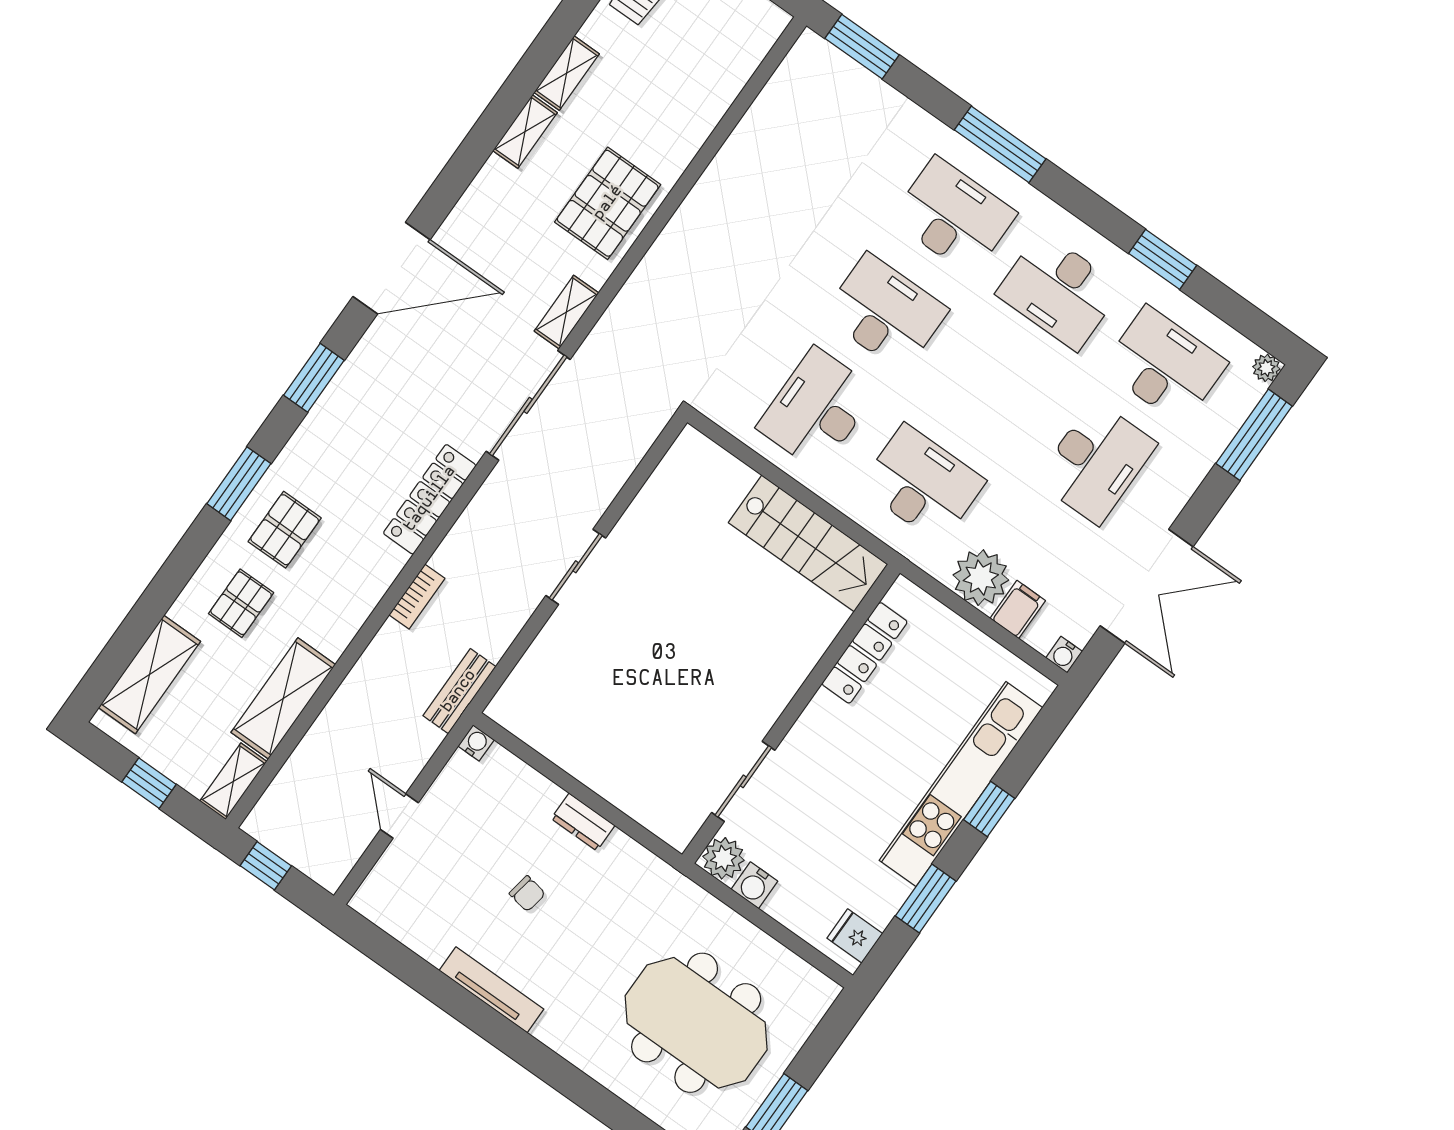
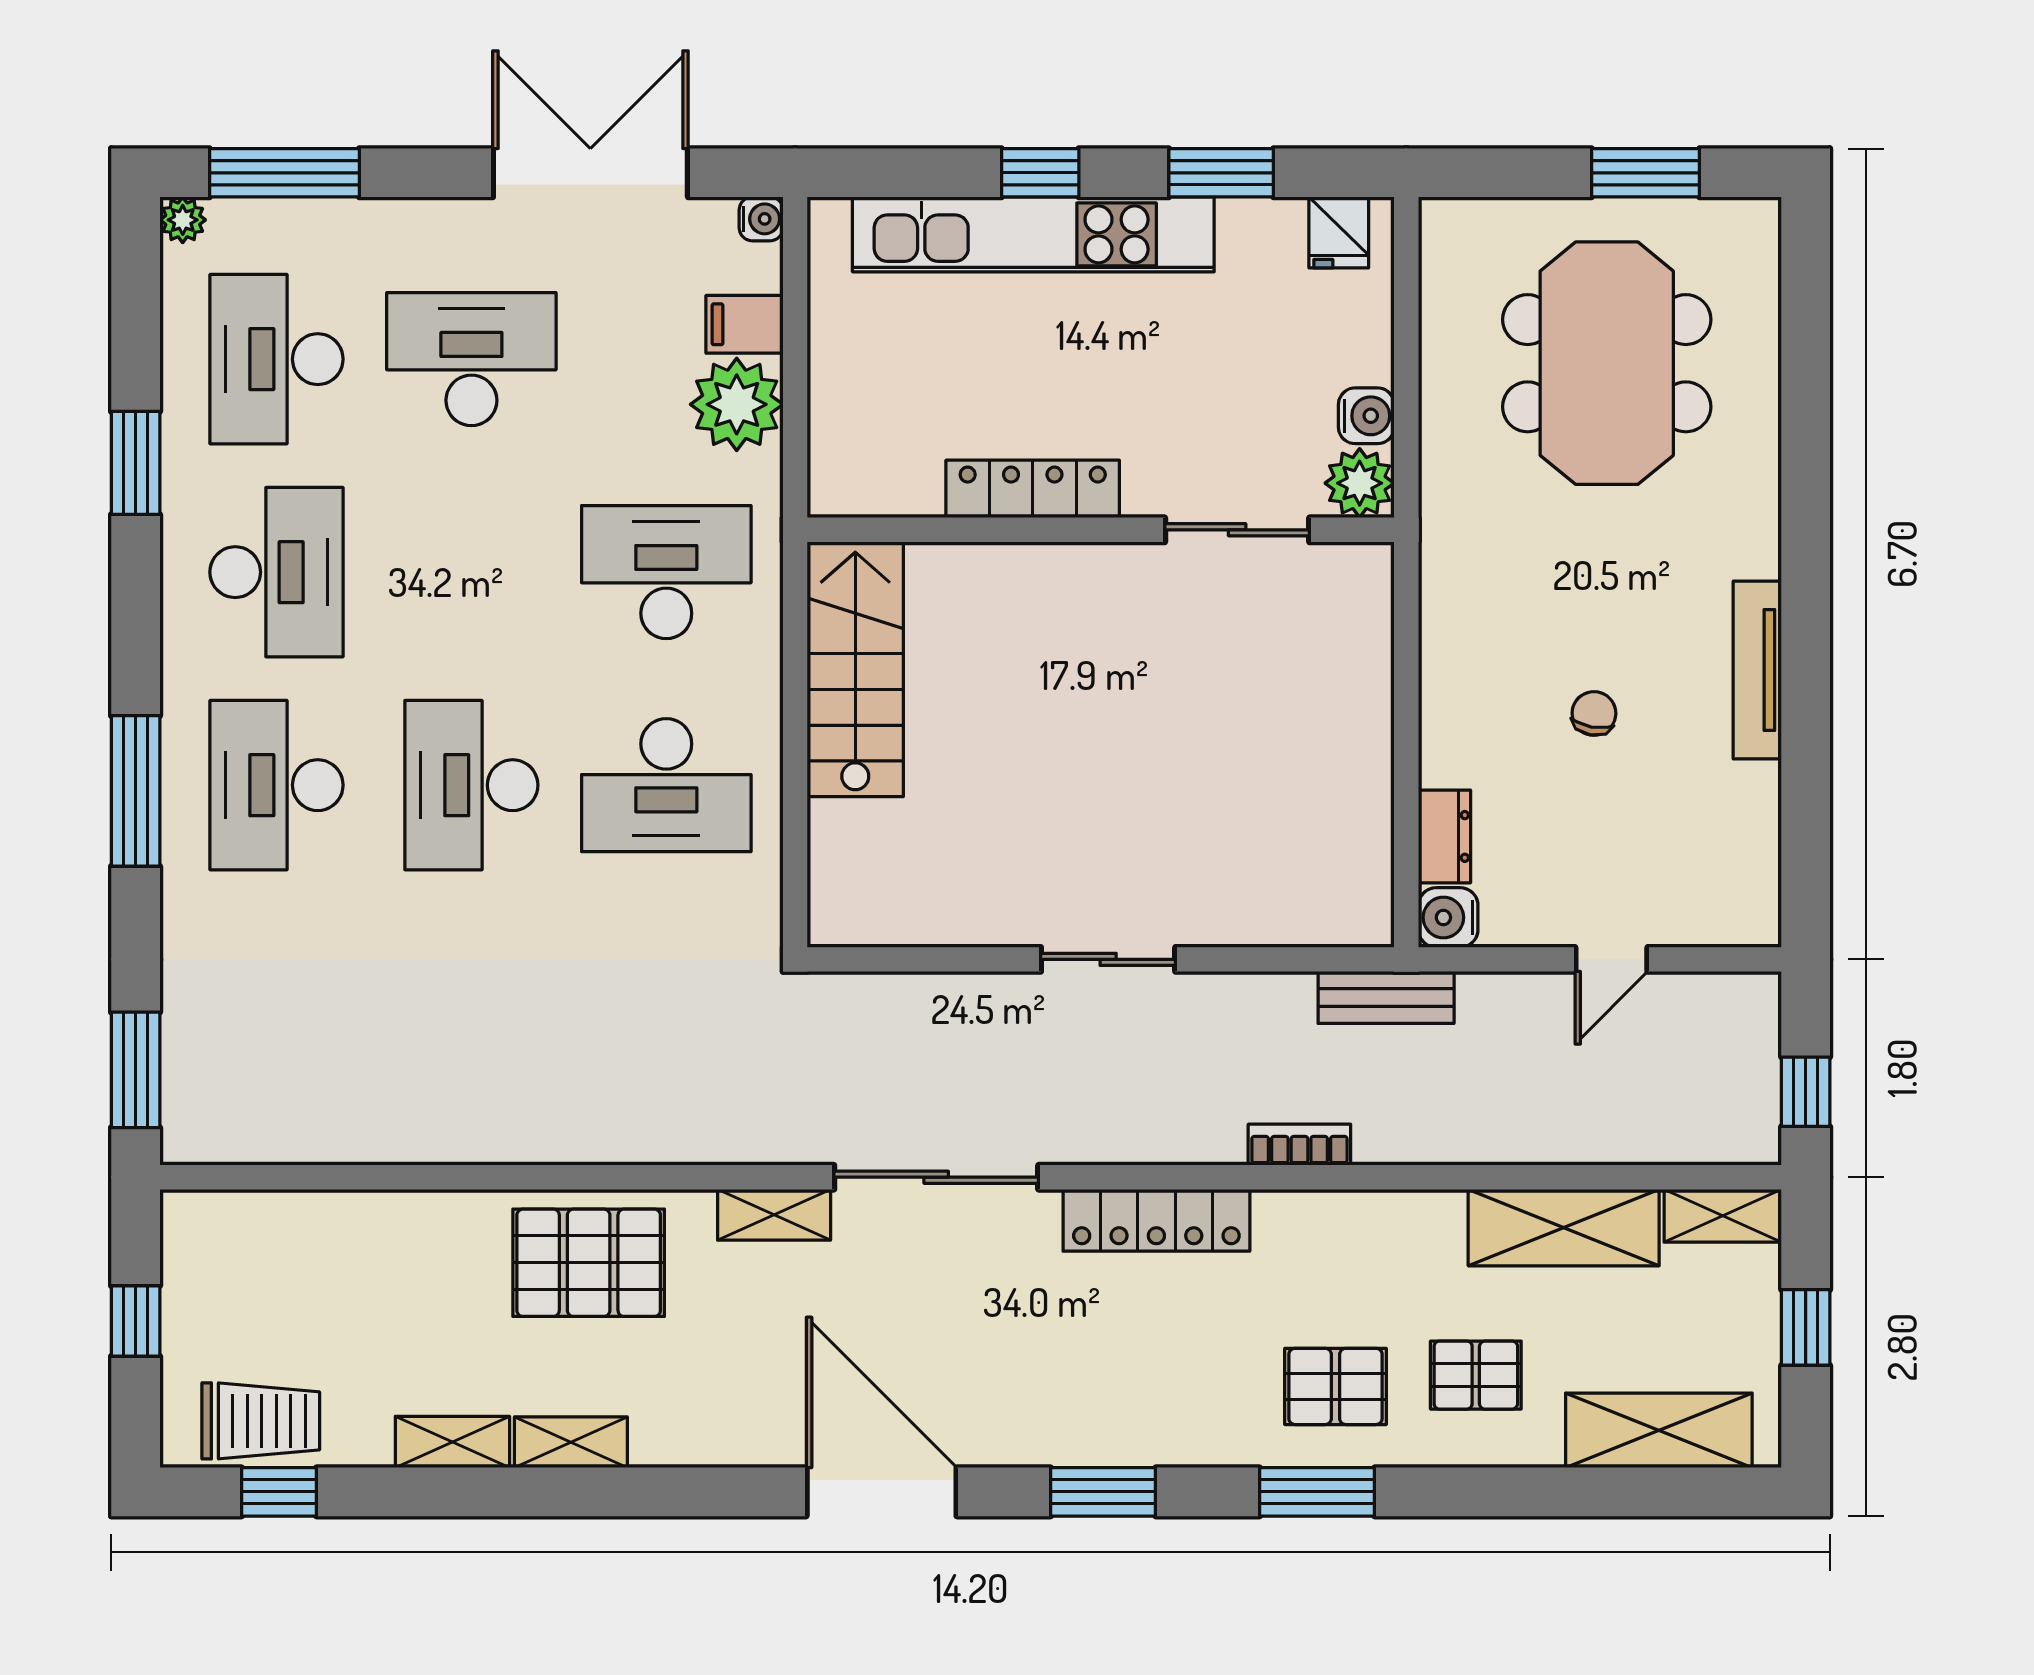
desk: (922, 484) -> (666, 572), turned 90
locker: (865, 653) -> (1033, 489), moved
water cooler: (476, 743) -> (1448, 917), width x1.38, depth x1.38
dresser: (583, 822) -> (1444, 836), moved

